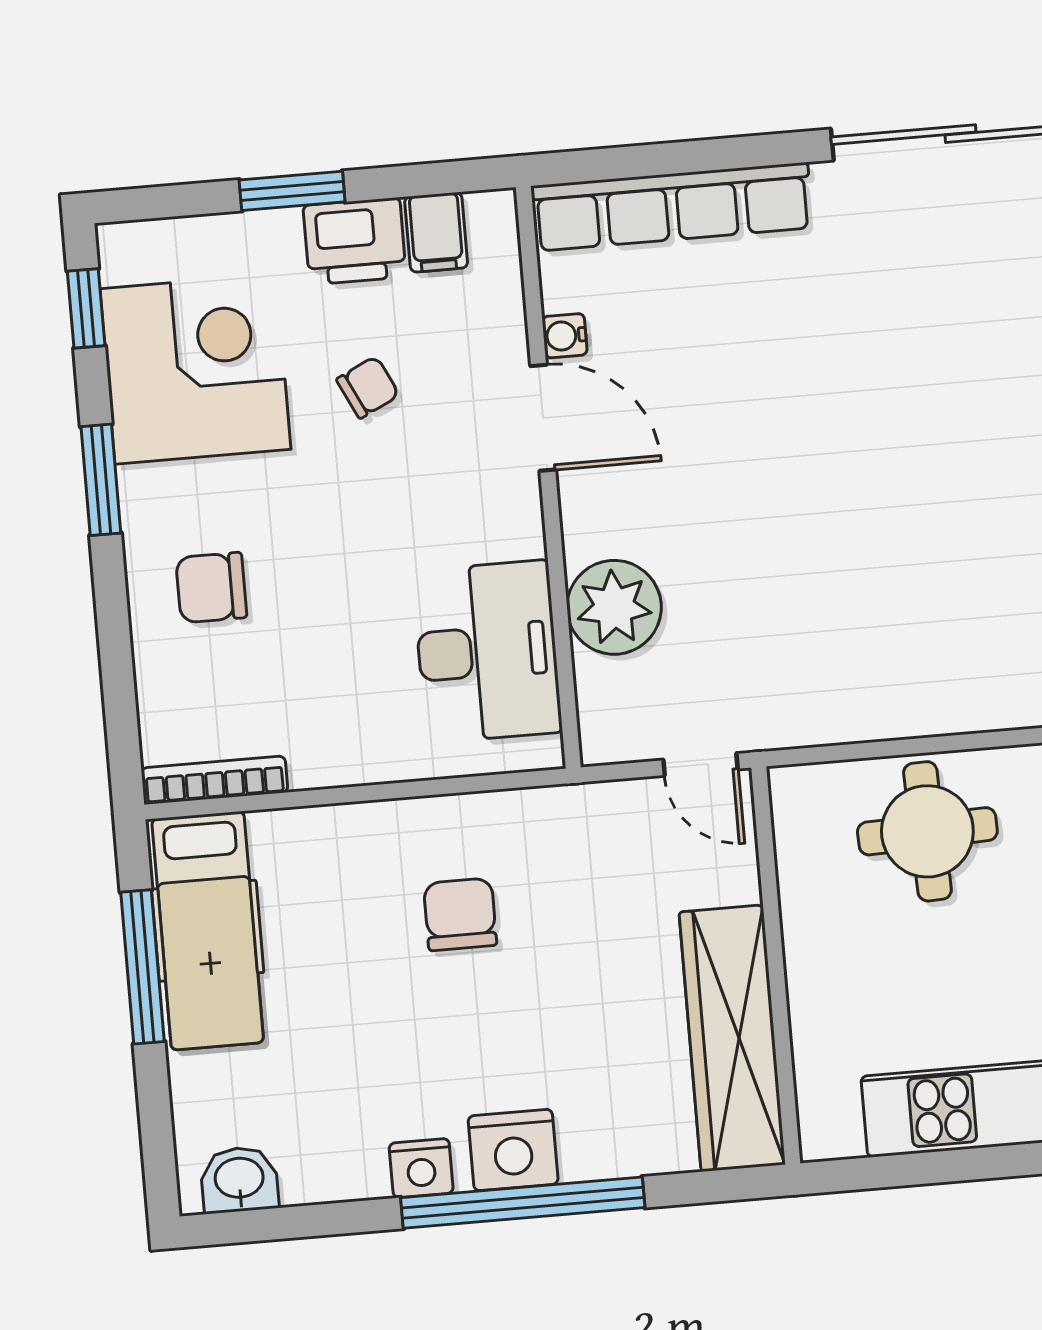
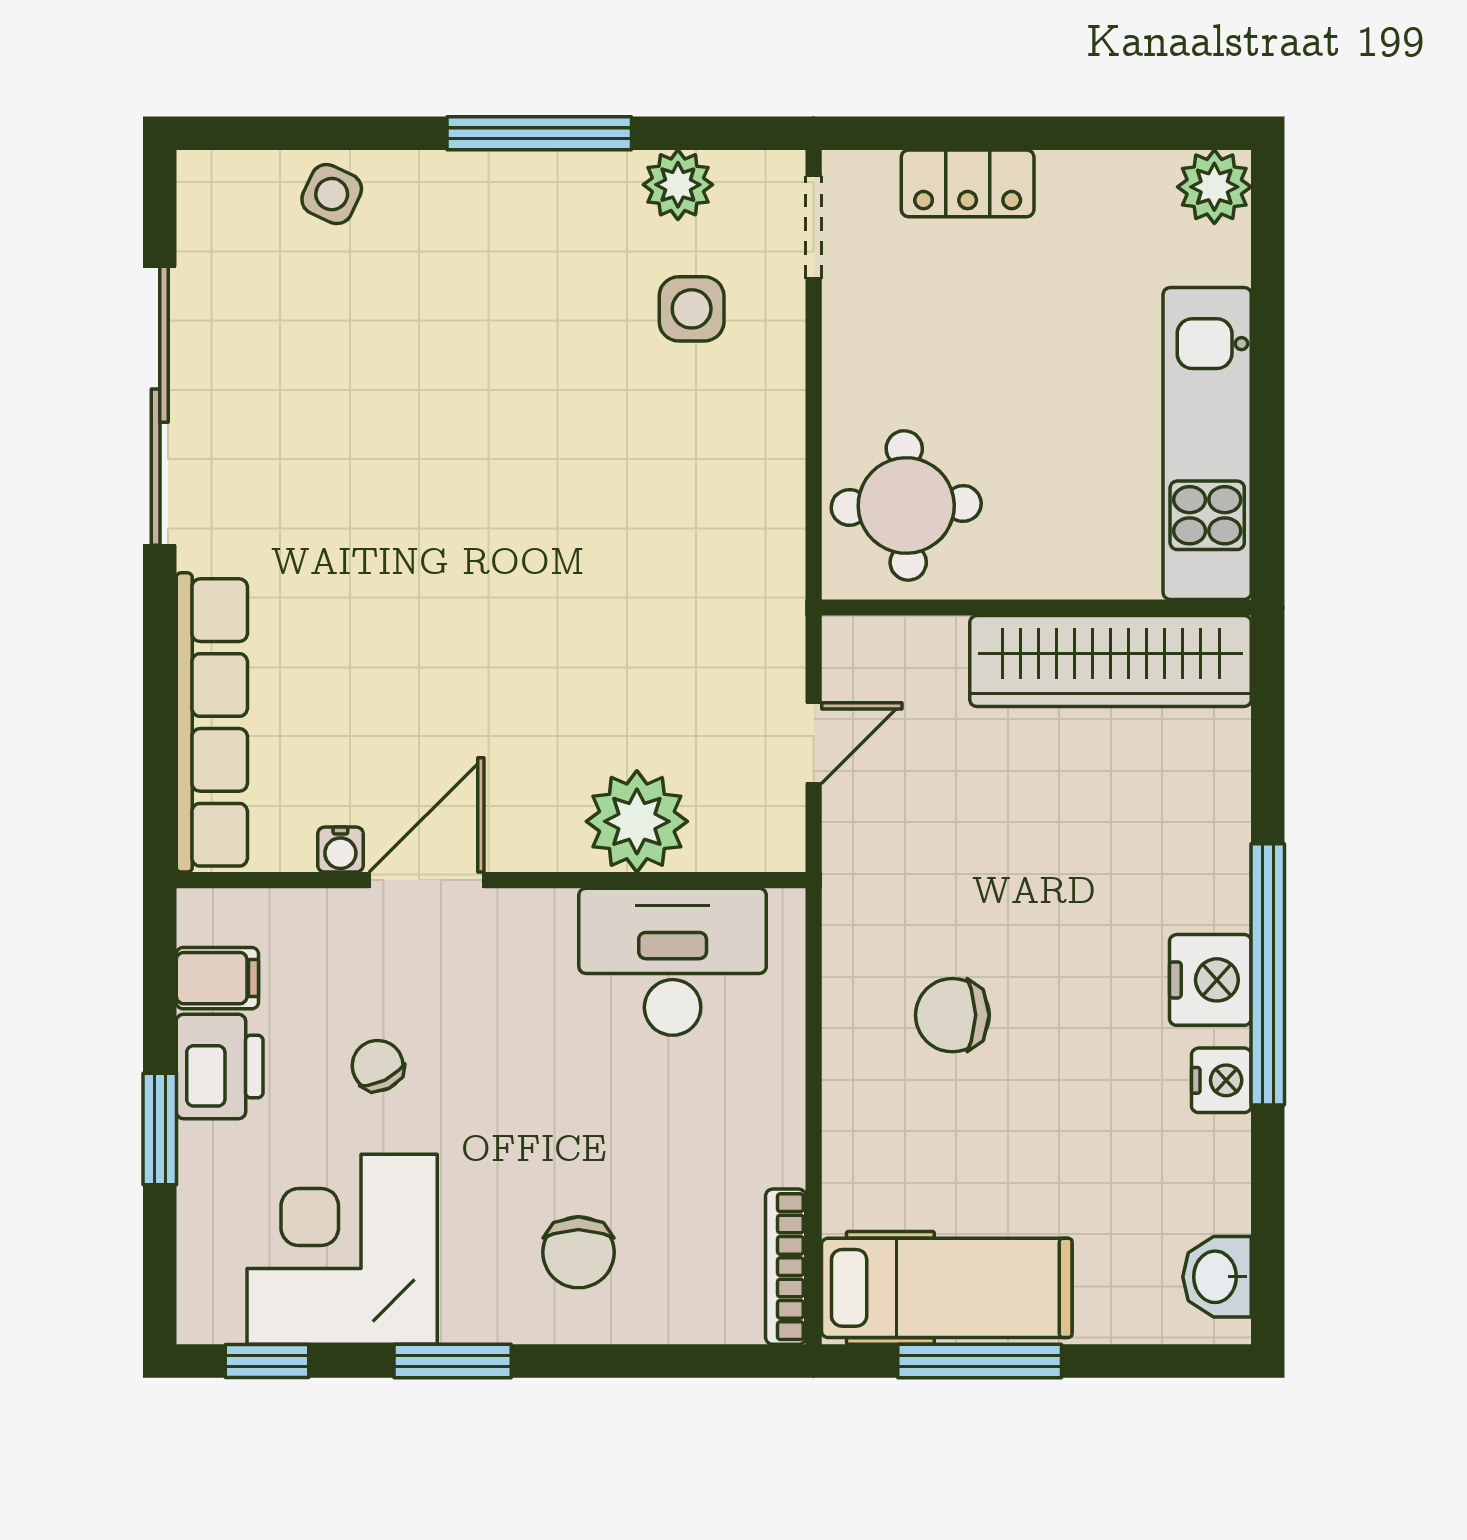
wall: (776, 965) -> (1036, 608), moved
wardrobe: (732, 1038) -> (1111, 661), moved

